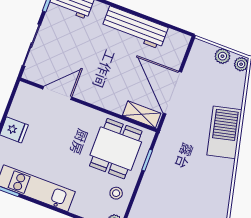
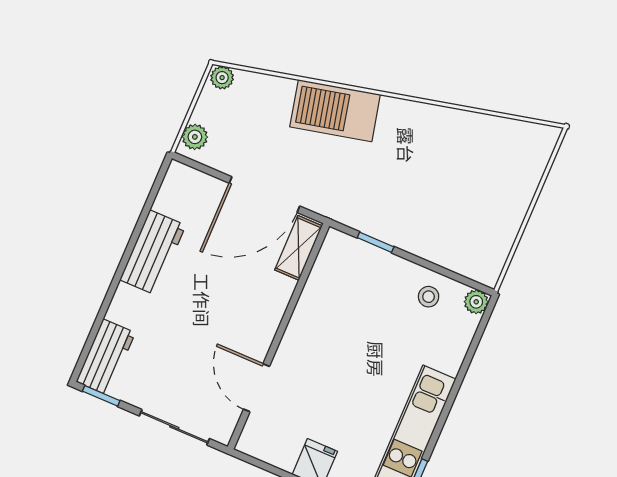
workbench: (135, 28) -> (153, 253), width x0.73
plant: (222, 56) -> (195, 137), moved
dining table: (116, 149) -> (354, 294), removed

